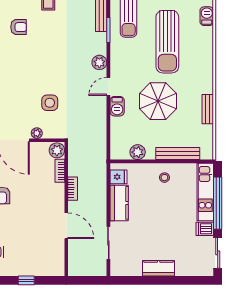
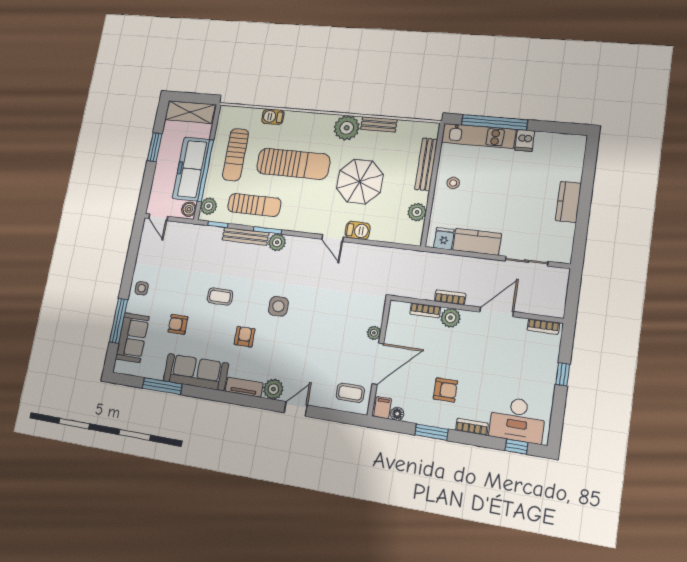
plant: (99, 62) -> (277, 242), moved
plant: (203, 82) -> (347, 128), added
side table: (50, 103) -> (278, 306), moved
plant: (57, 150) -> (450, 318), moved
sliding door: (218, 253) -> (558, 127), removed
bookcase: (60, 262) -> (543, 326), added

